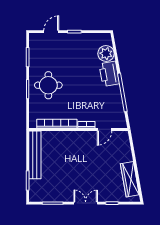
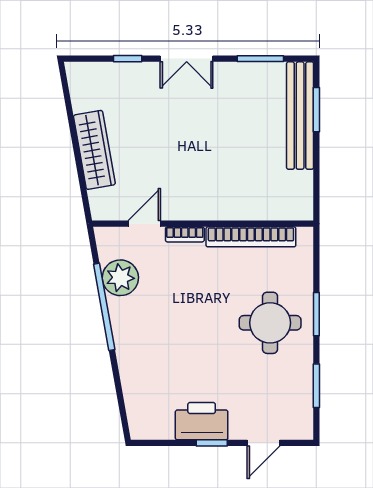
plant: (106, 54) -> (120, 278), moved
printer: (109, 74) -> (202, 421), moved, turned -80
bench: (35, 155) -> (300, 116), moved
wardrobe: (130, 179) -> (94, 150), moved

